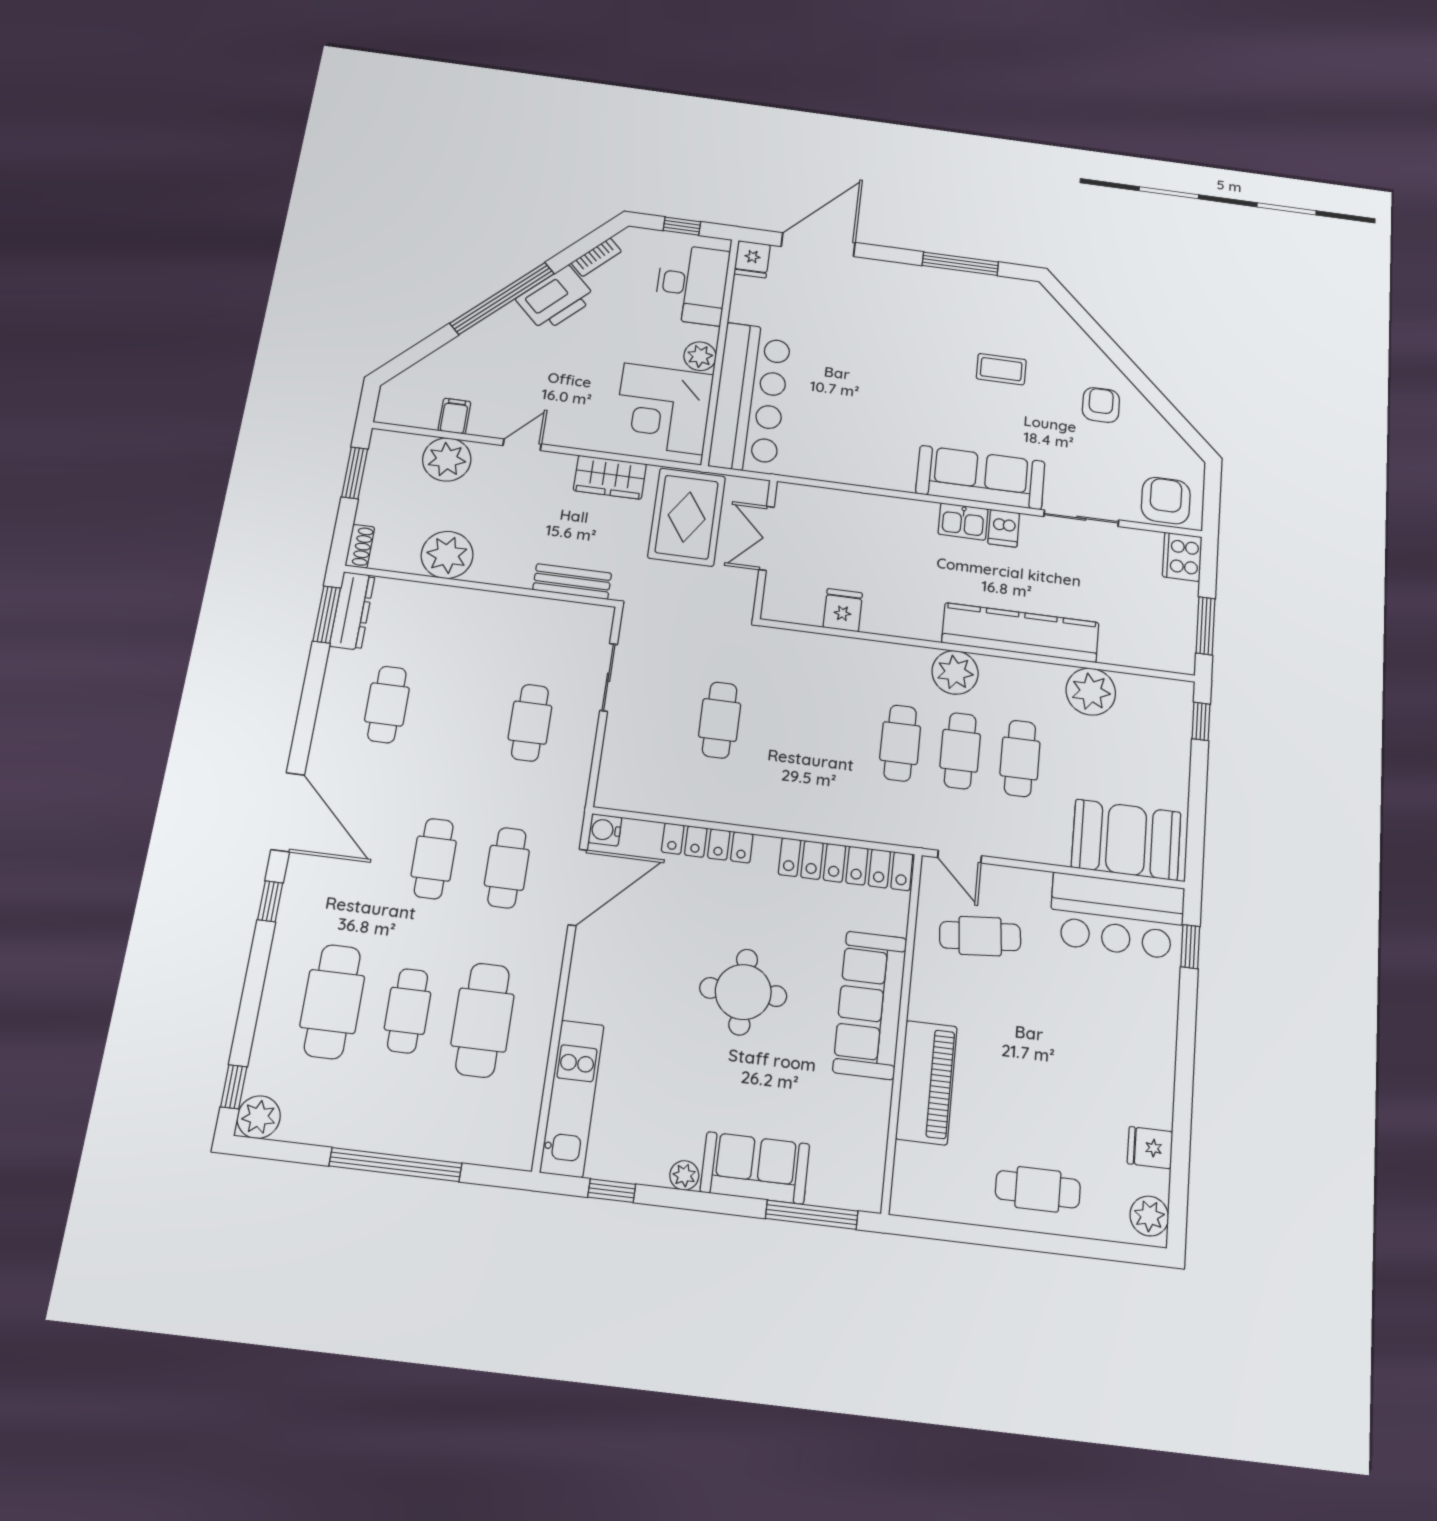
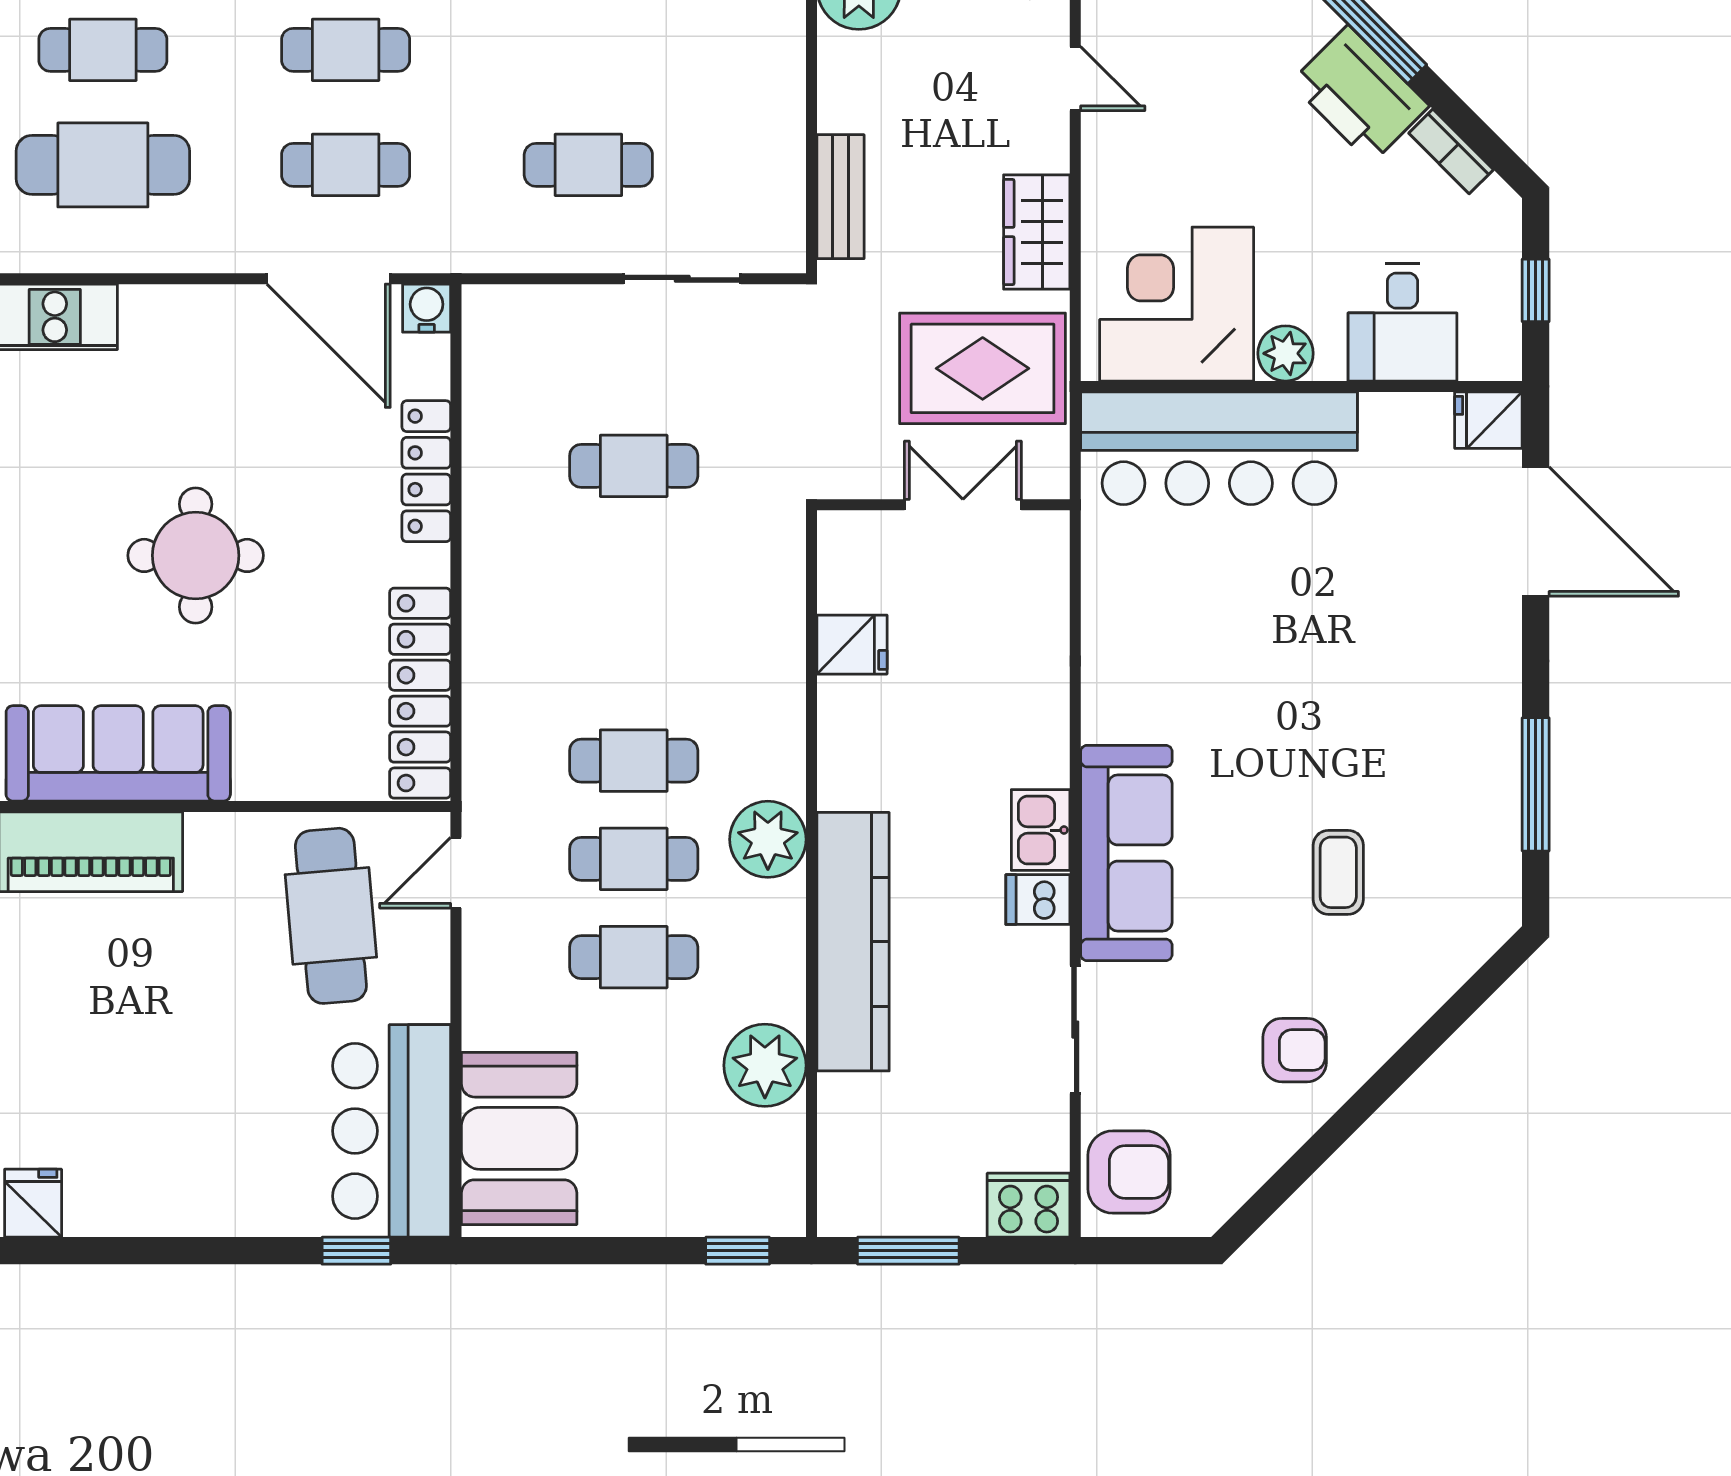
desk: (692, 284) -> (1402, 322), width x0.73
cafe table: (980, 936) -> (331, 916), width x1.37, depth x1.35
sofa: (870, 1005) -> (118, 753), moved

